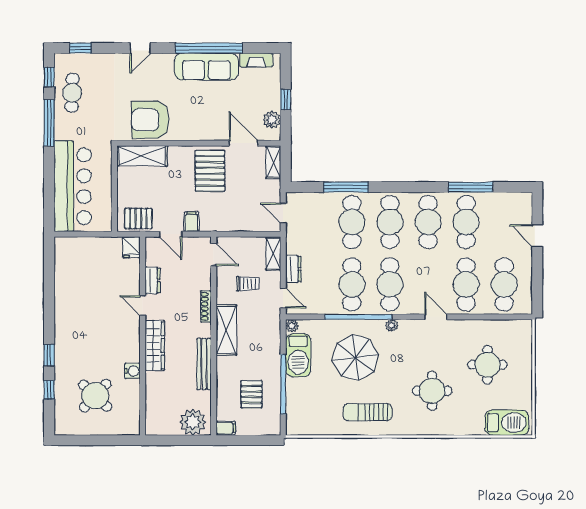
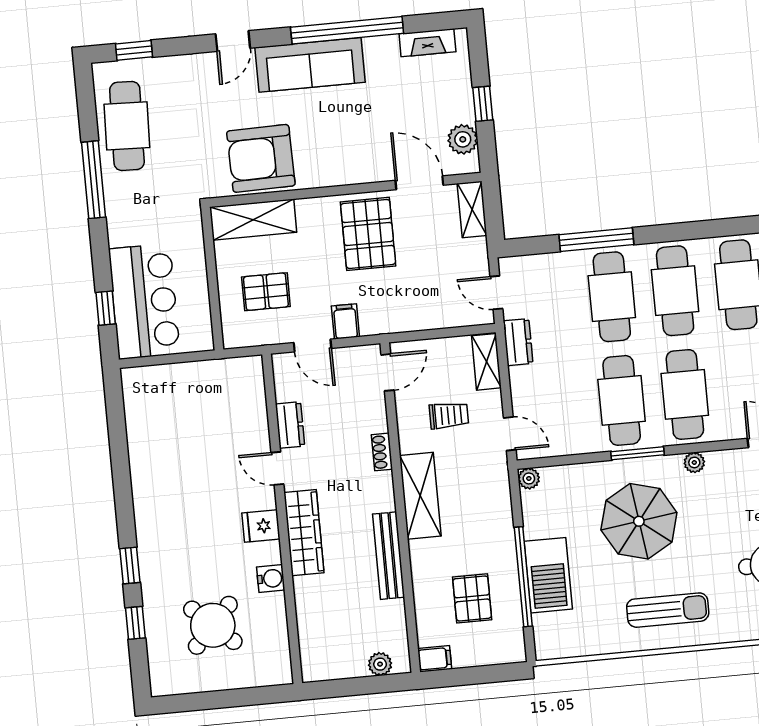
sofa: (206, 67) -> (310, 65), moved
window: (49, 77) -> (106, 308), moved
cafe table: (72, 93) -> (127, 126), width x1.37, depth x1.35
bar counter: (73, 186) -> (144, 301), width x0.73
pallet: (138, 219) -> (266, 292), moved
fridge: (131, 247) -> (261, 526), moved, turned 90
door: (214, 255) -> (388, 372), hinge flipped
dresser: (293, 269) -> (518, 342), moved
shoe rack: (206, 306) -> (382, 452), width x0.70
window: (358, 317) -> (637, 453), width x0.47
barbecue: (298, 355) -> (548, 575), moved
sun lounger: (368, 412) -> (668, 610), turned 180
plant: (193, 422) -> (380, 664), width x0.53, depth x0.53

